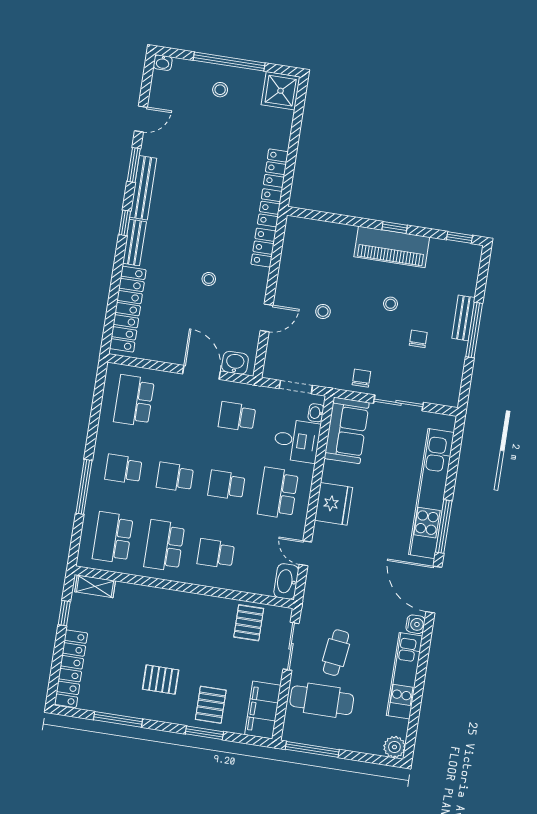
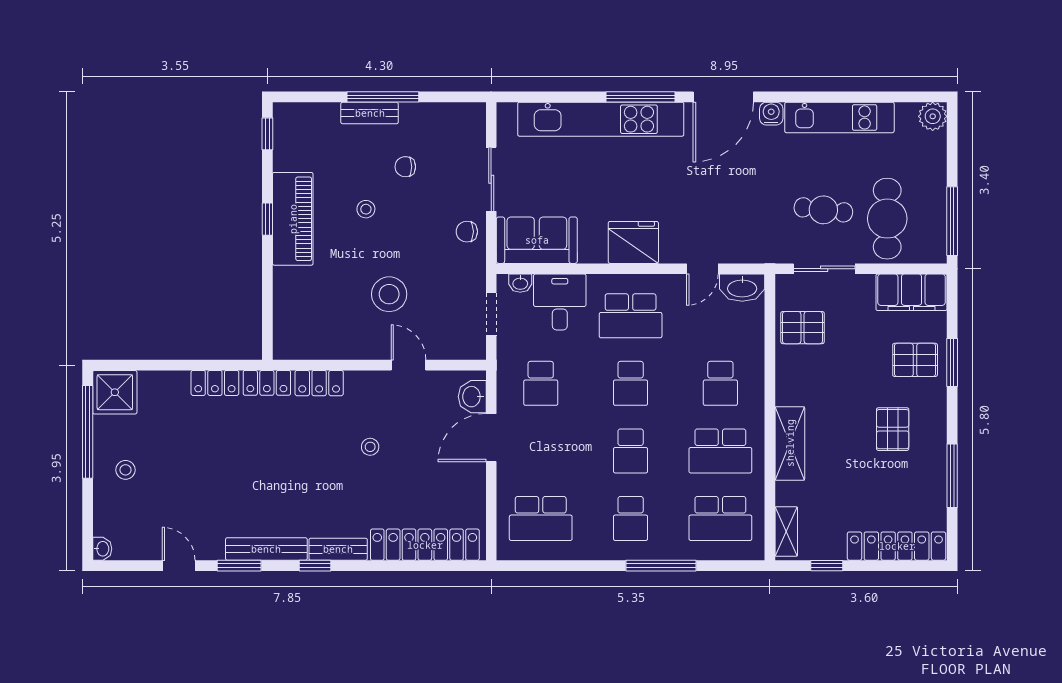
window: (229, 62) -> (88, 432), moved
stool: (323, 311) -> (389, 294), width x1.89, depth x1.89
shelving: (162, 599) -> (790, 443), added

